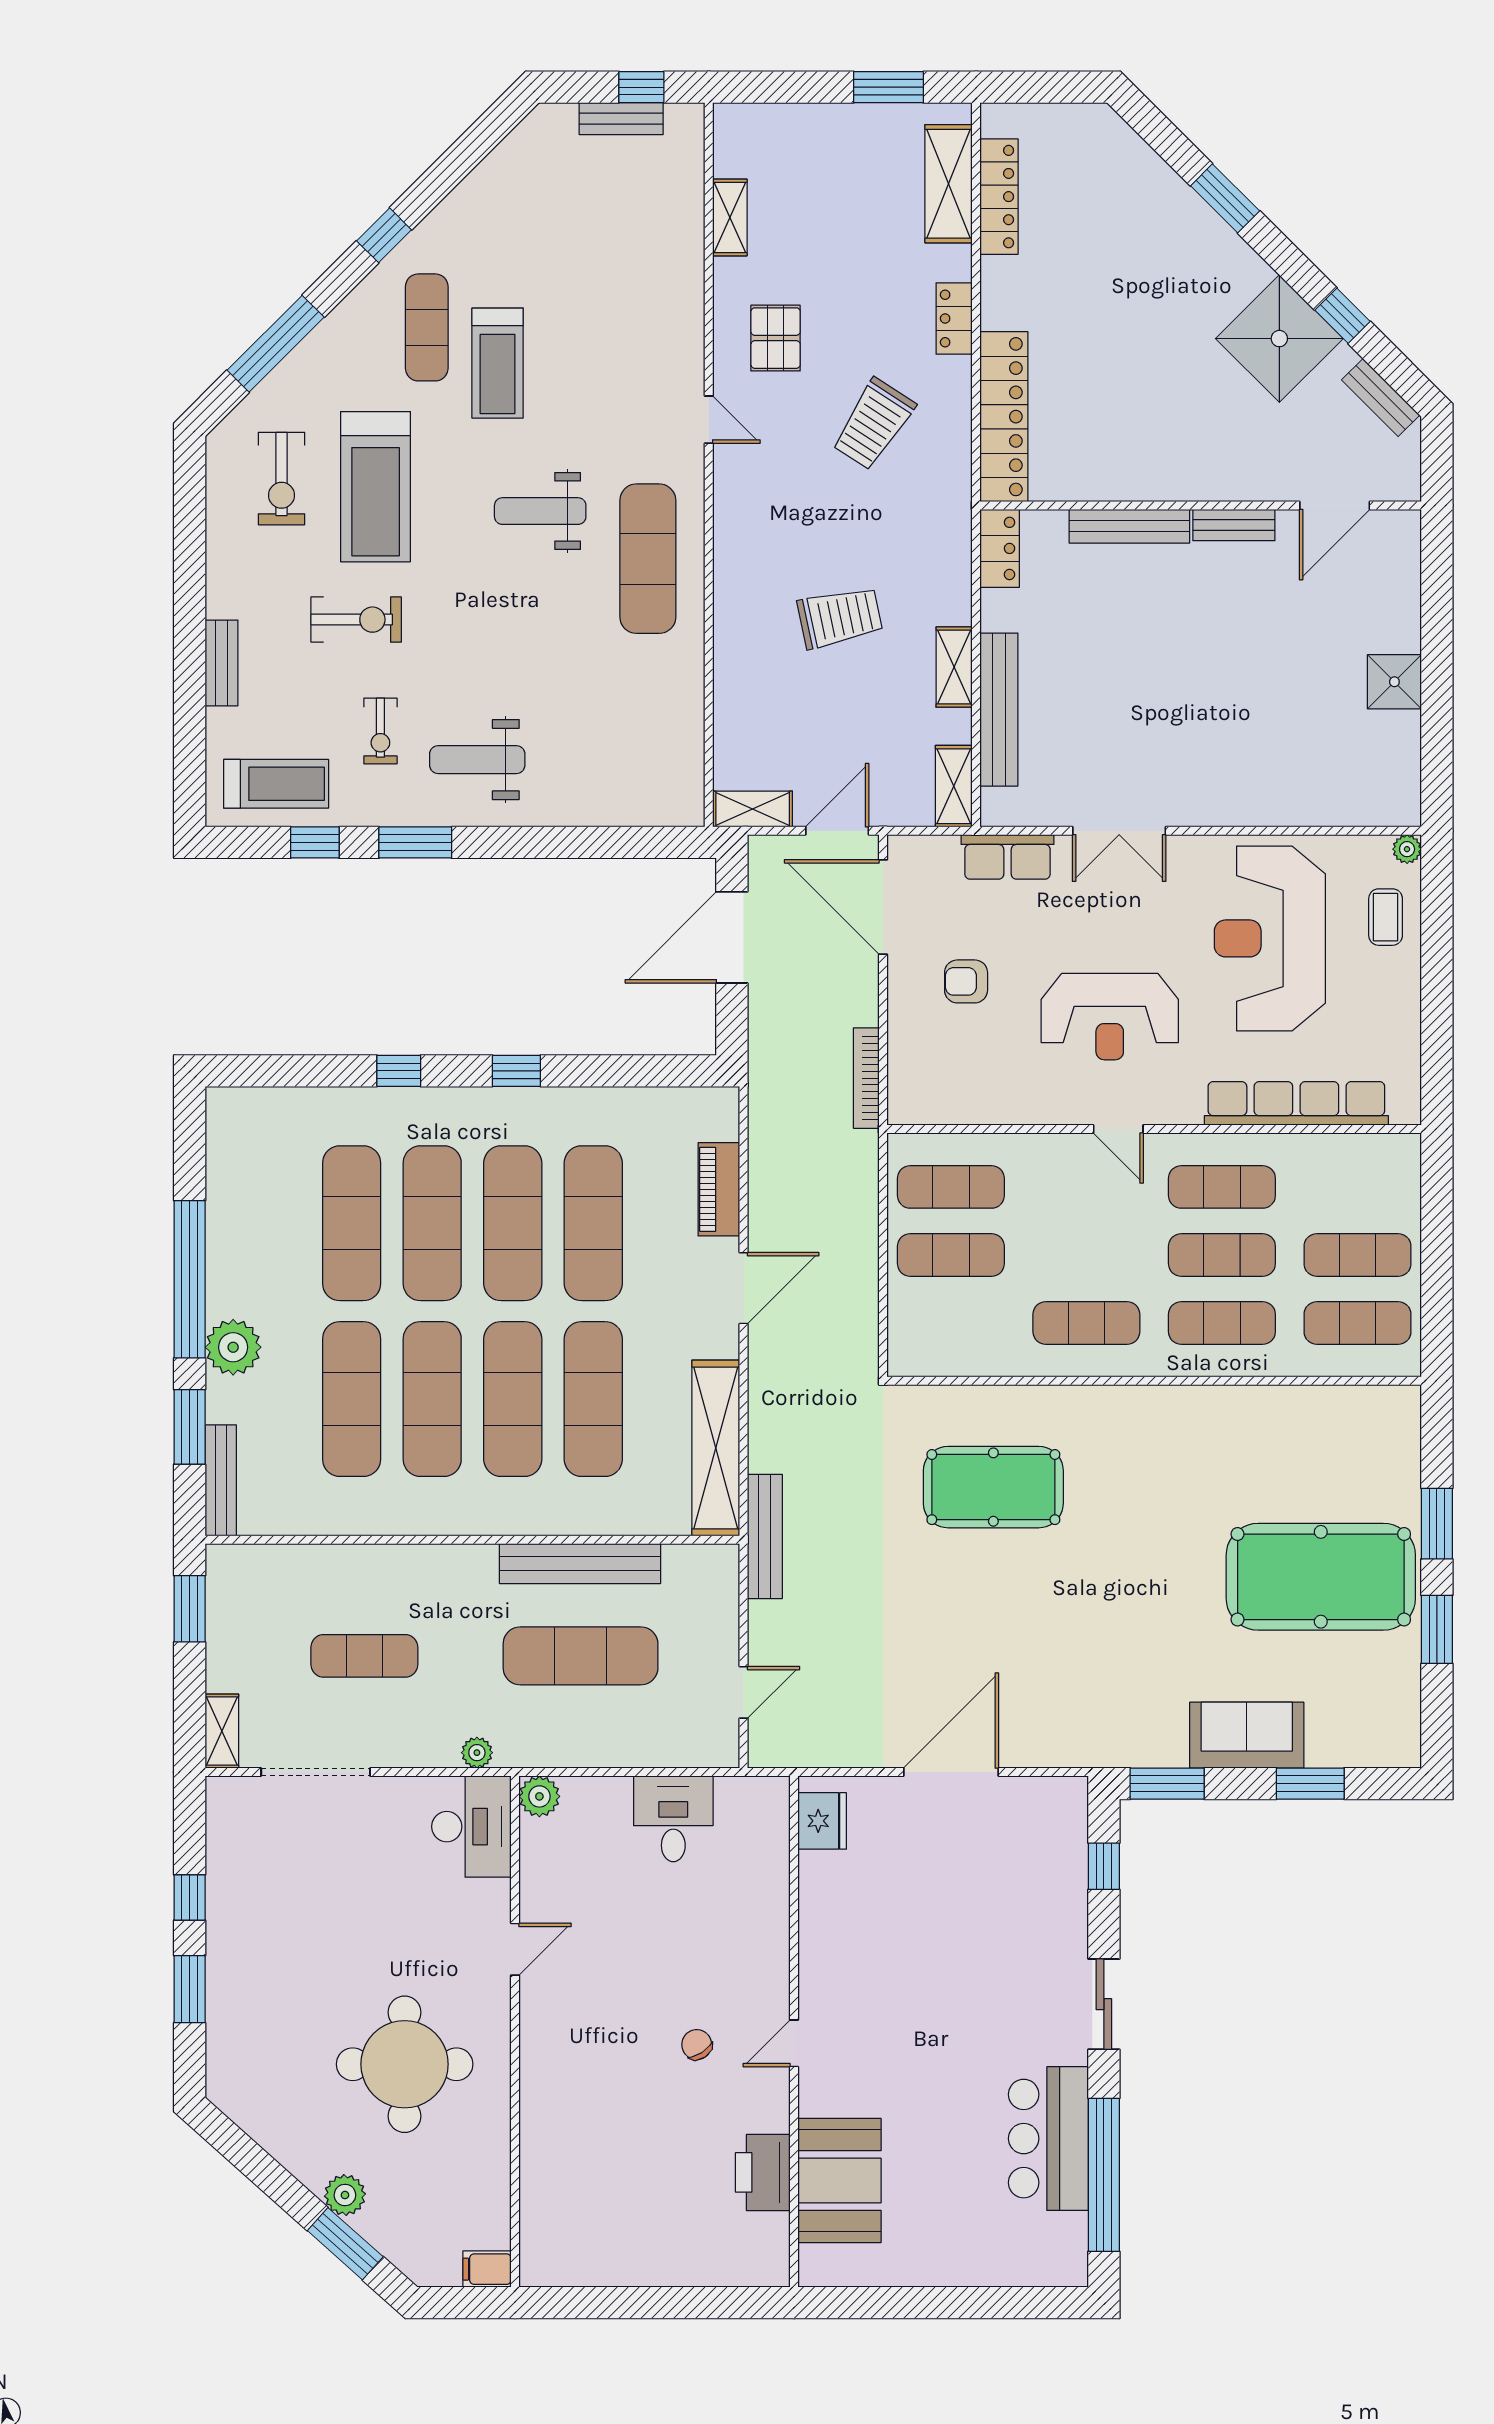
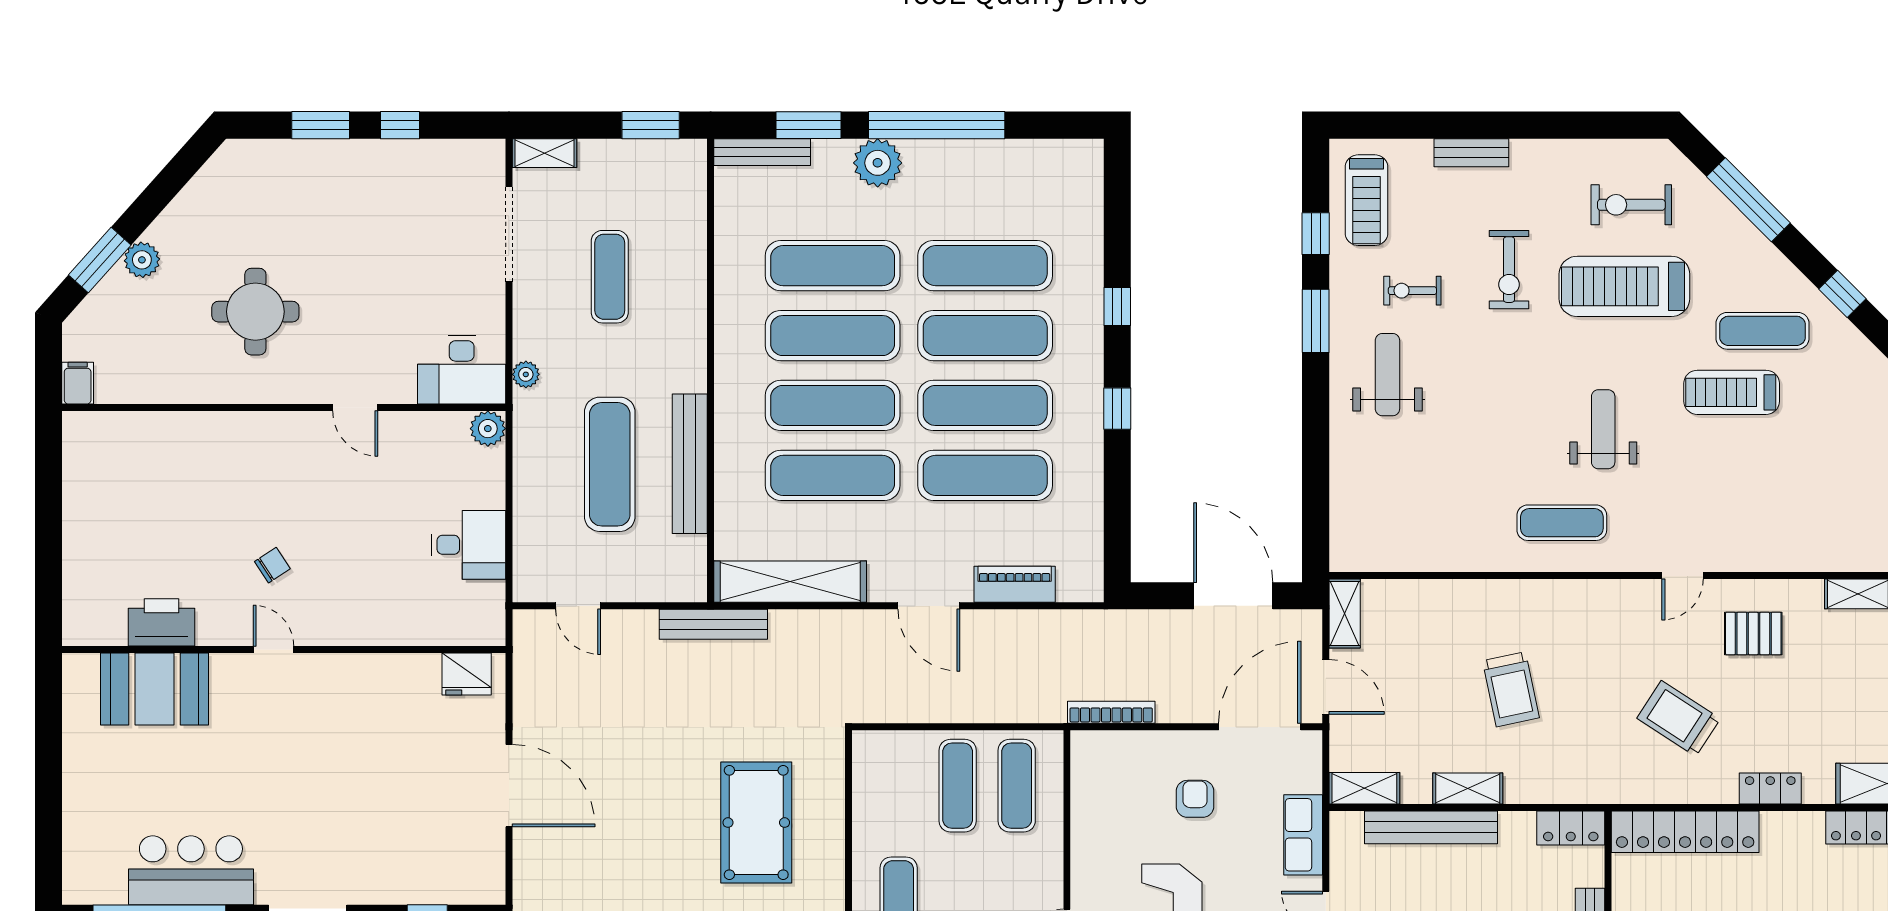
exercise mat: (648, 559) -> (1562, 523), width x0.73, depth x0.69
round table: (405, 2064) -> (255, 312), width x0.73, depth x0.73

